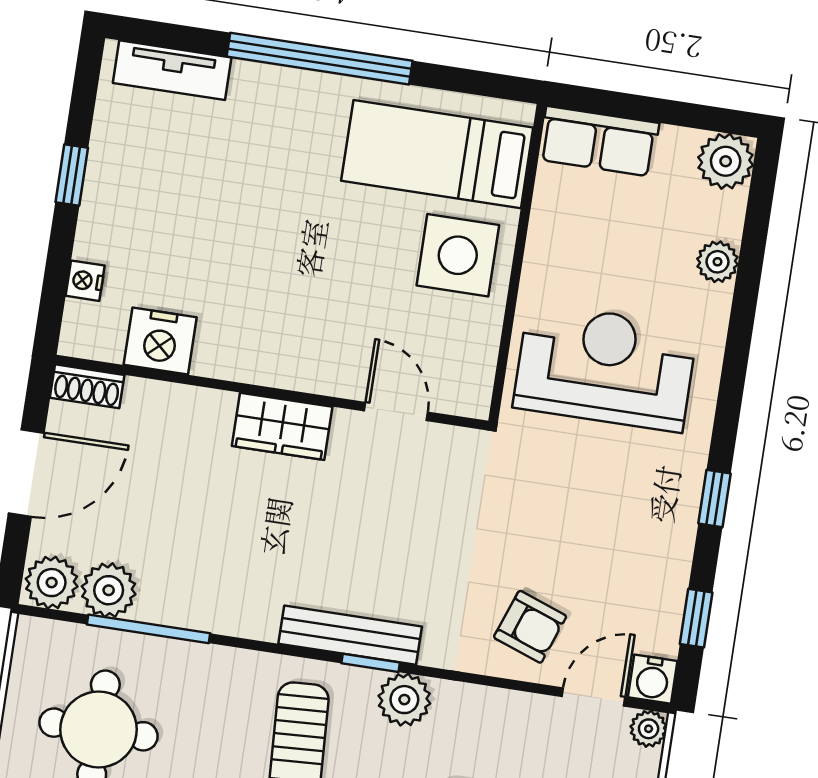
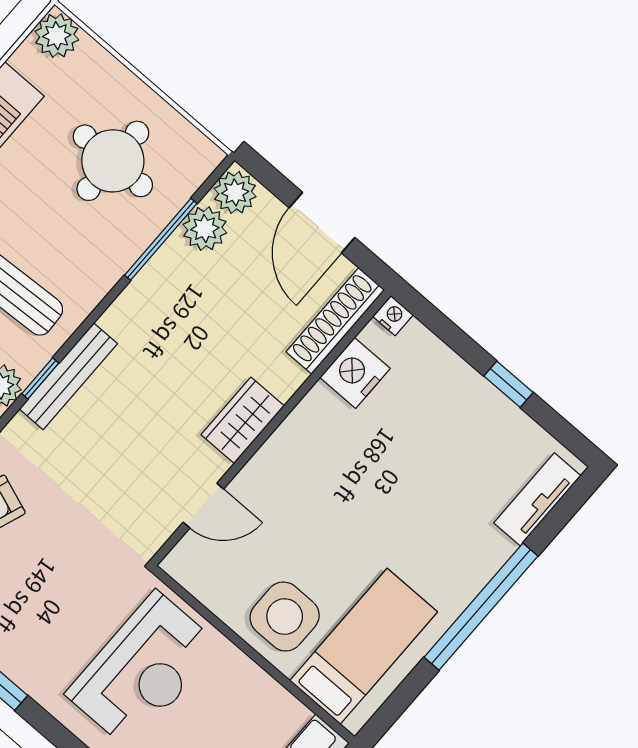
nightstand: (85, 281) -> (393, 316), moved
shoe rack: (87, 386) -> (335, 321), width x1.94, depth x1.24

